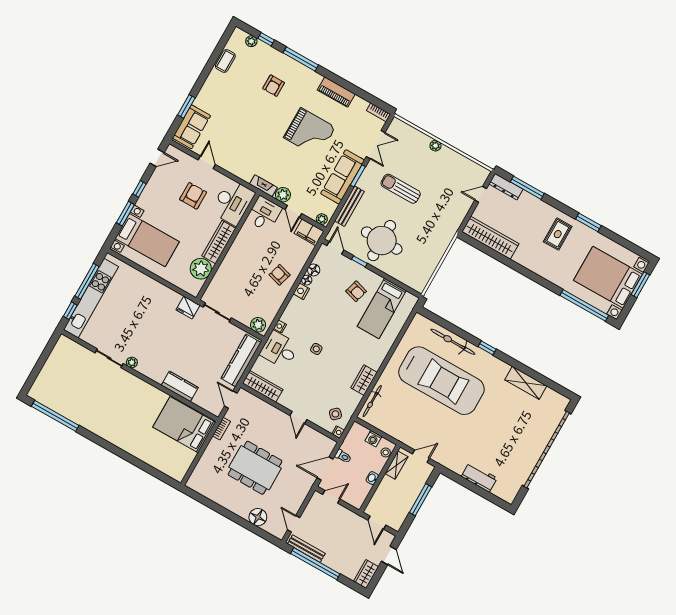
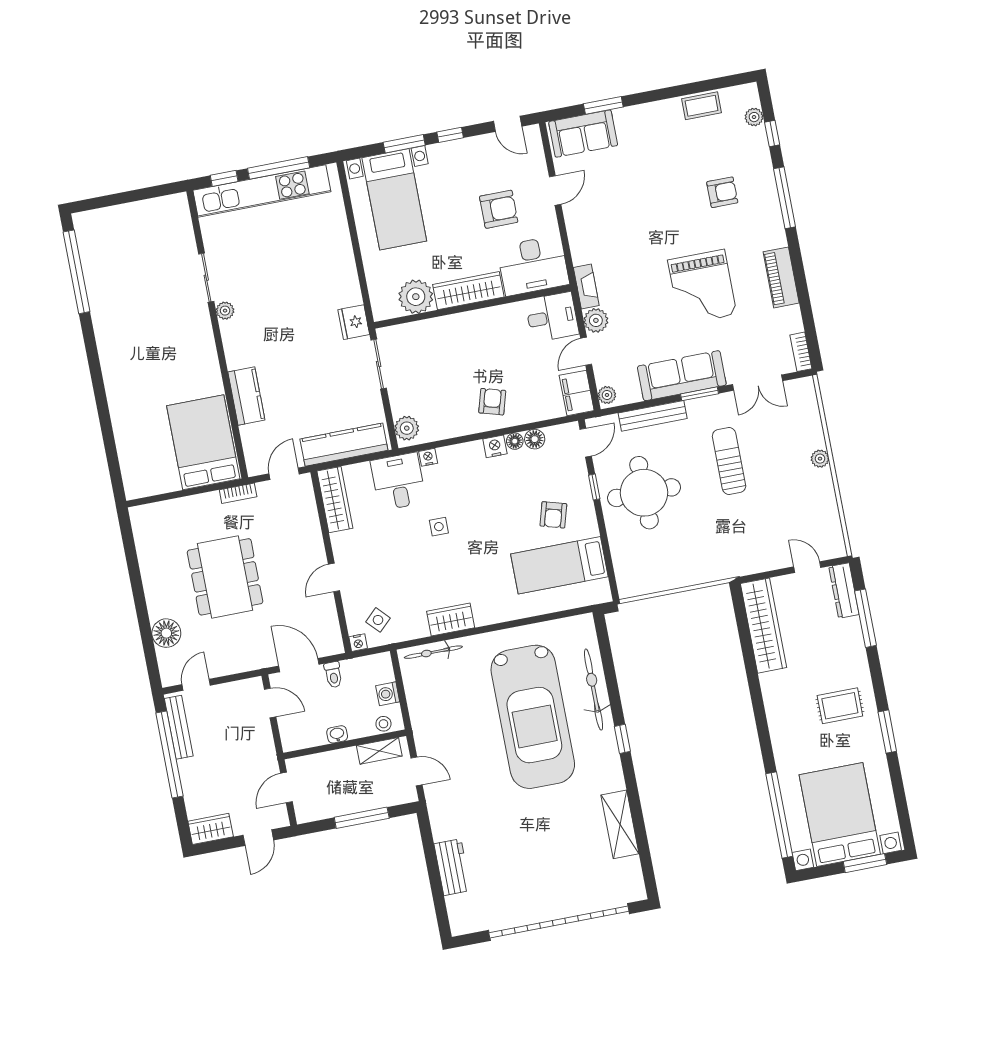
armchair: (274, 86) -> (722, 192), turned 180

